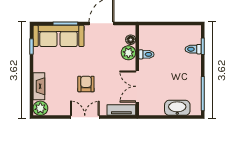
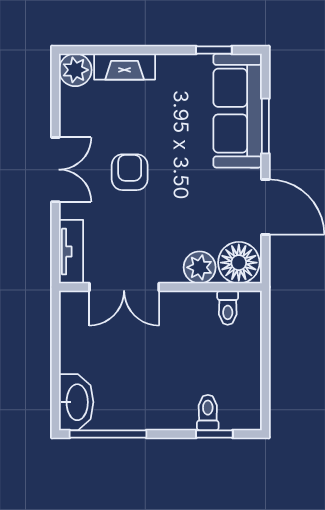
floor lamp: (131, 40) -> (239, 263), width x1.89, depth x1.89
toilet: (146, 54) -> (228, 308), moved
armchair: (86, 84) -> (130, 172), turned -90
double door: (137, 86) -> (124, 287), swing flipped
washbasin: (177, 108) -> (76, 402), moved

